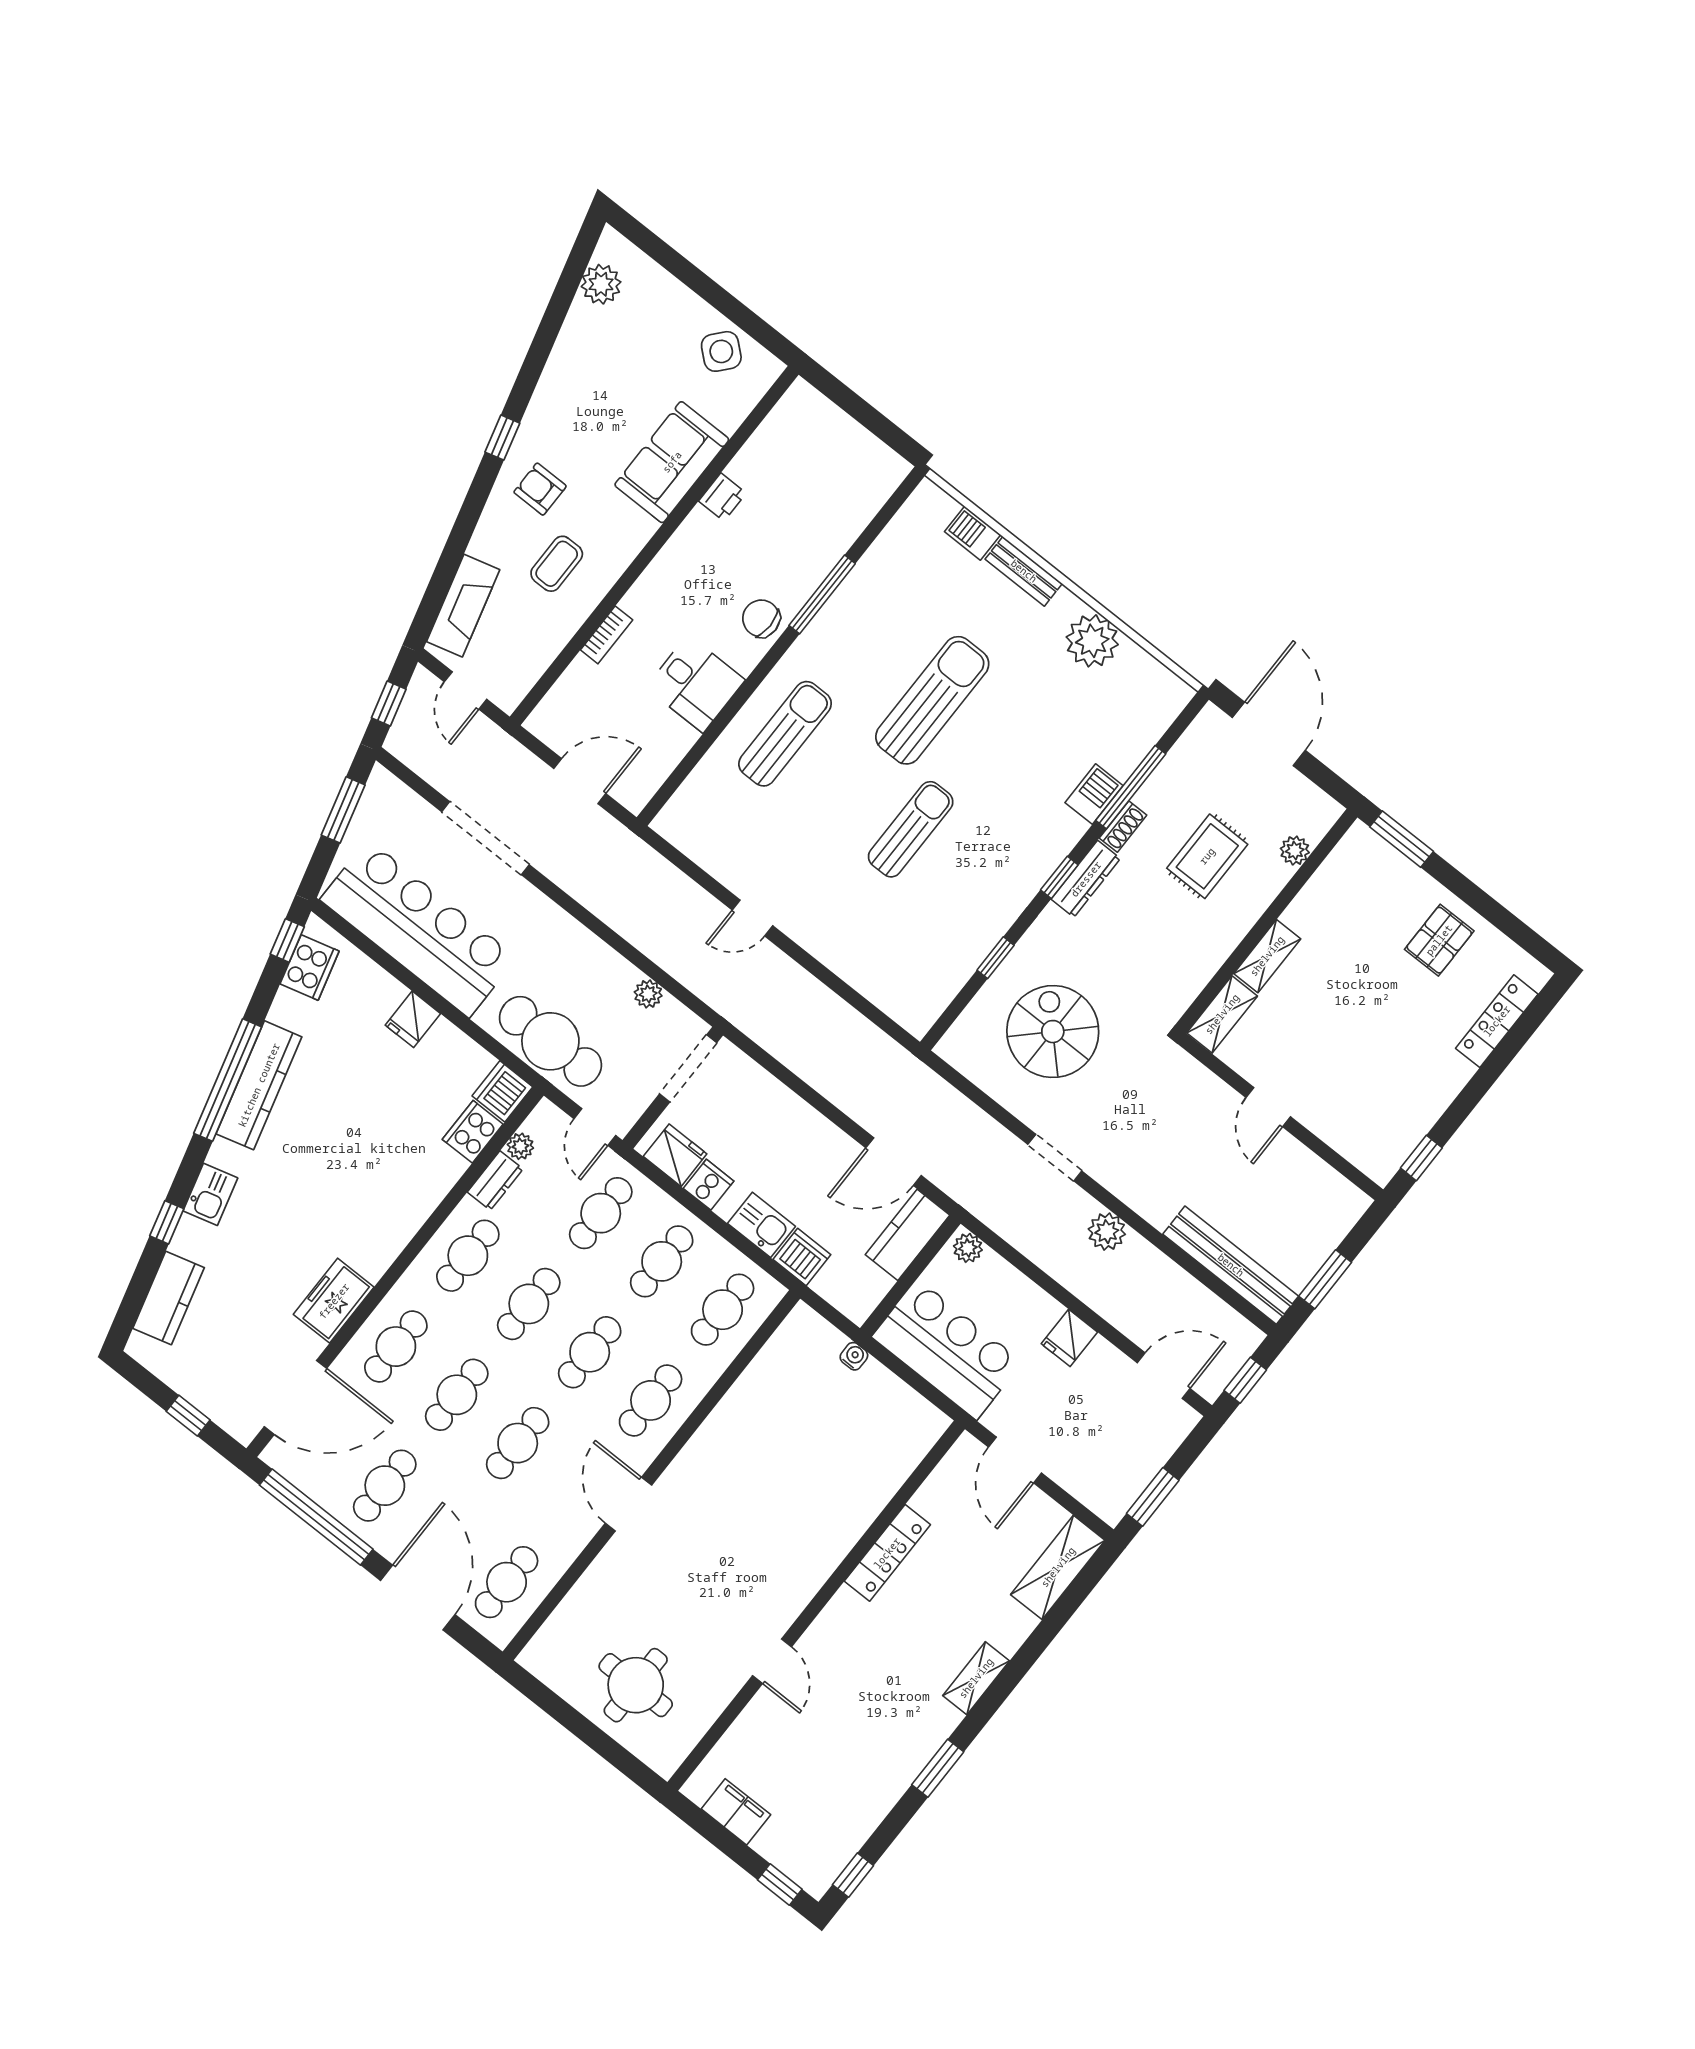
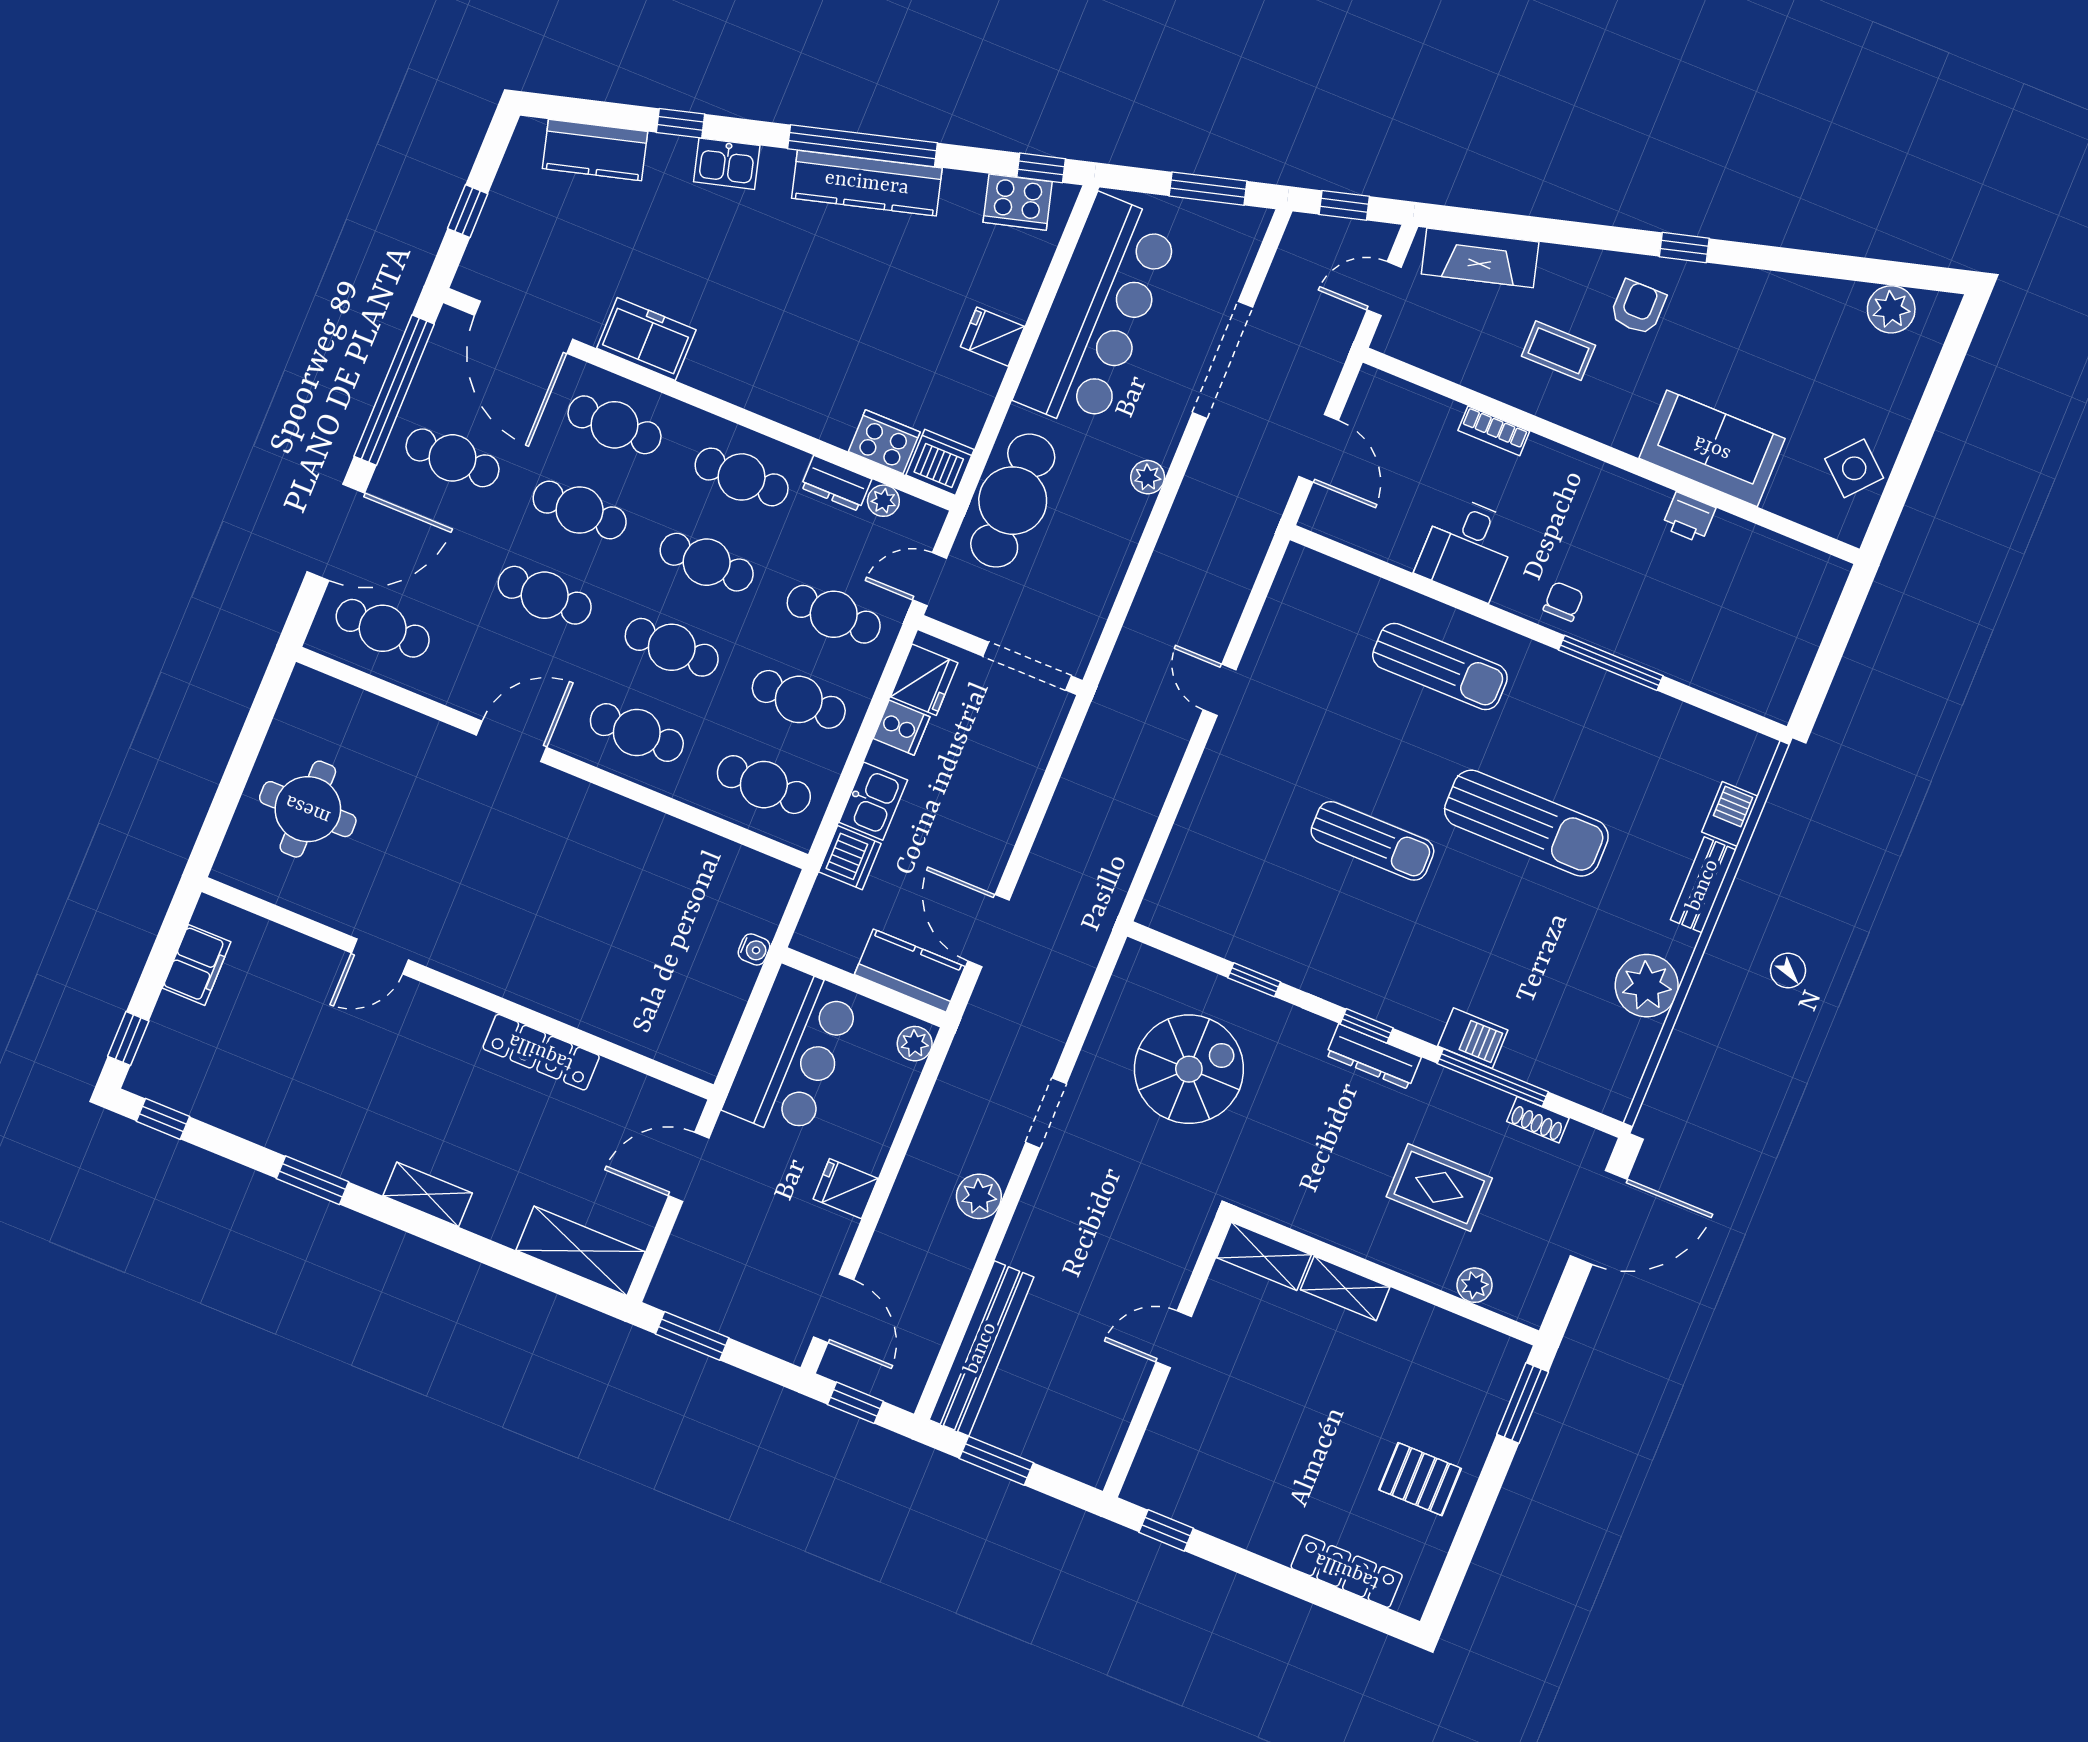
chair: (761, 618) -> (1563, 601), width x0.73, depth x0.73
shoe rack: (1123, 827) -> (1538, 1120), moved
plant: (648, 994) -> (1148, 477), moved

